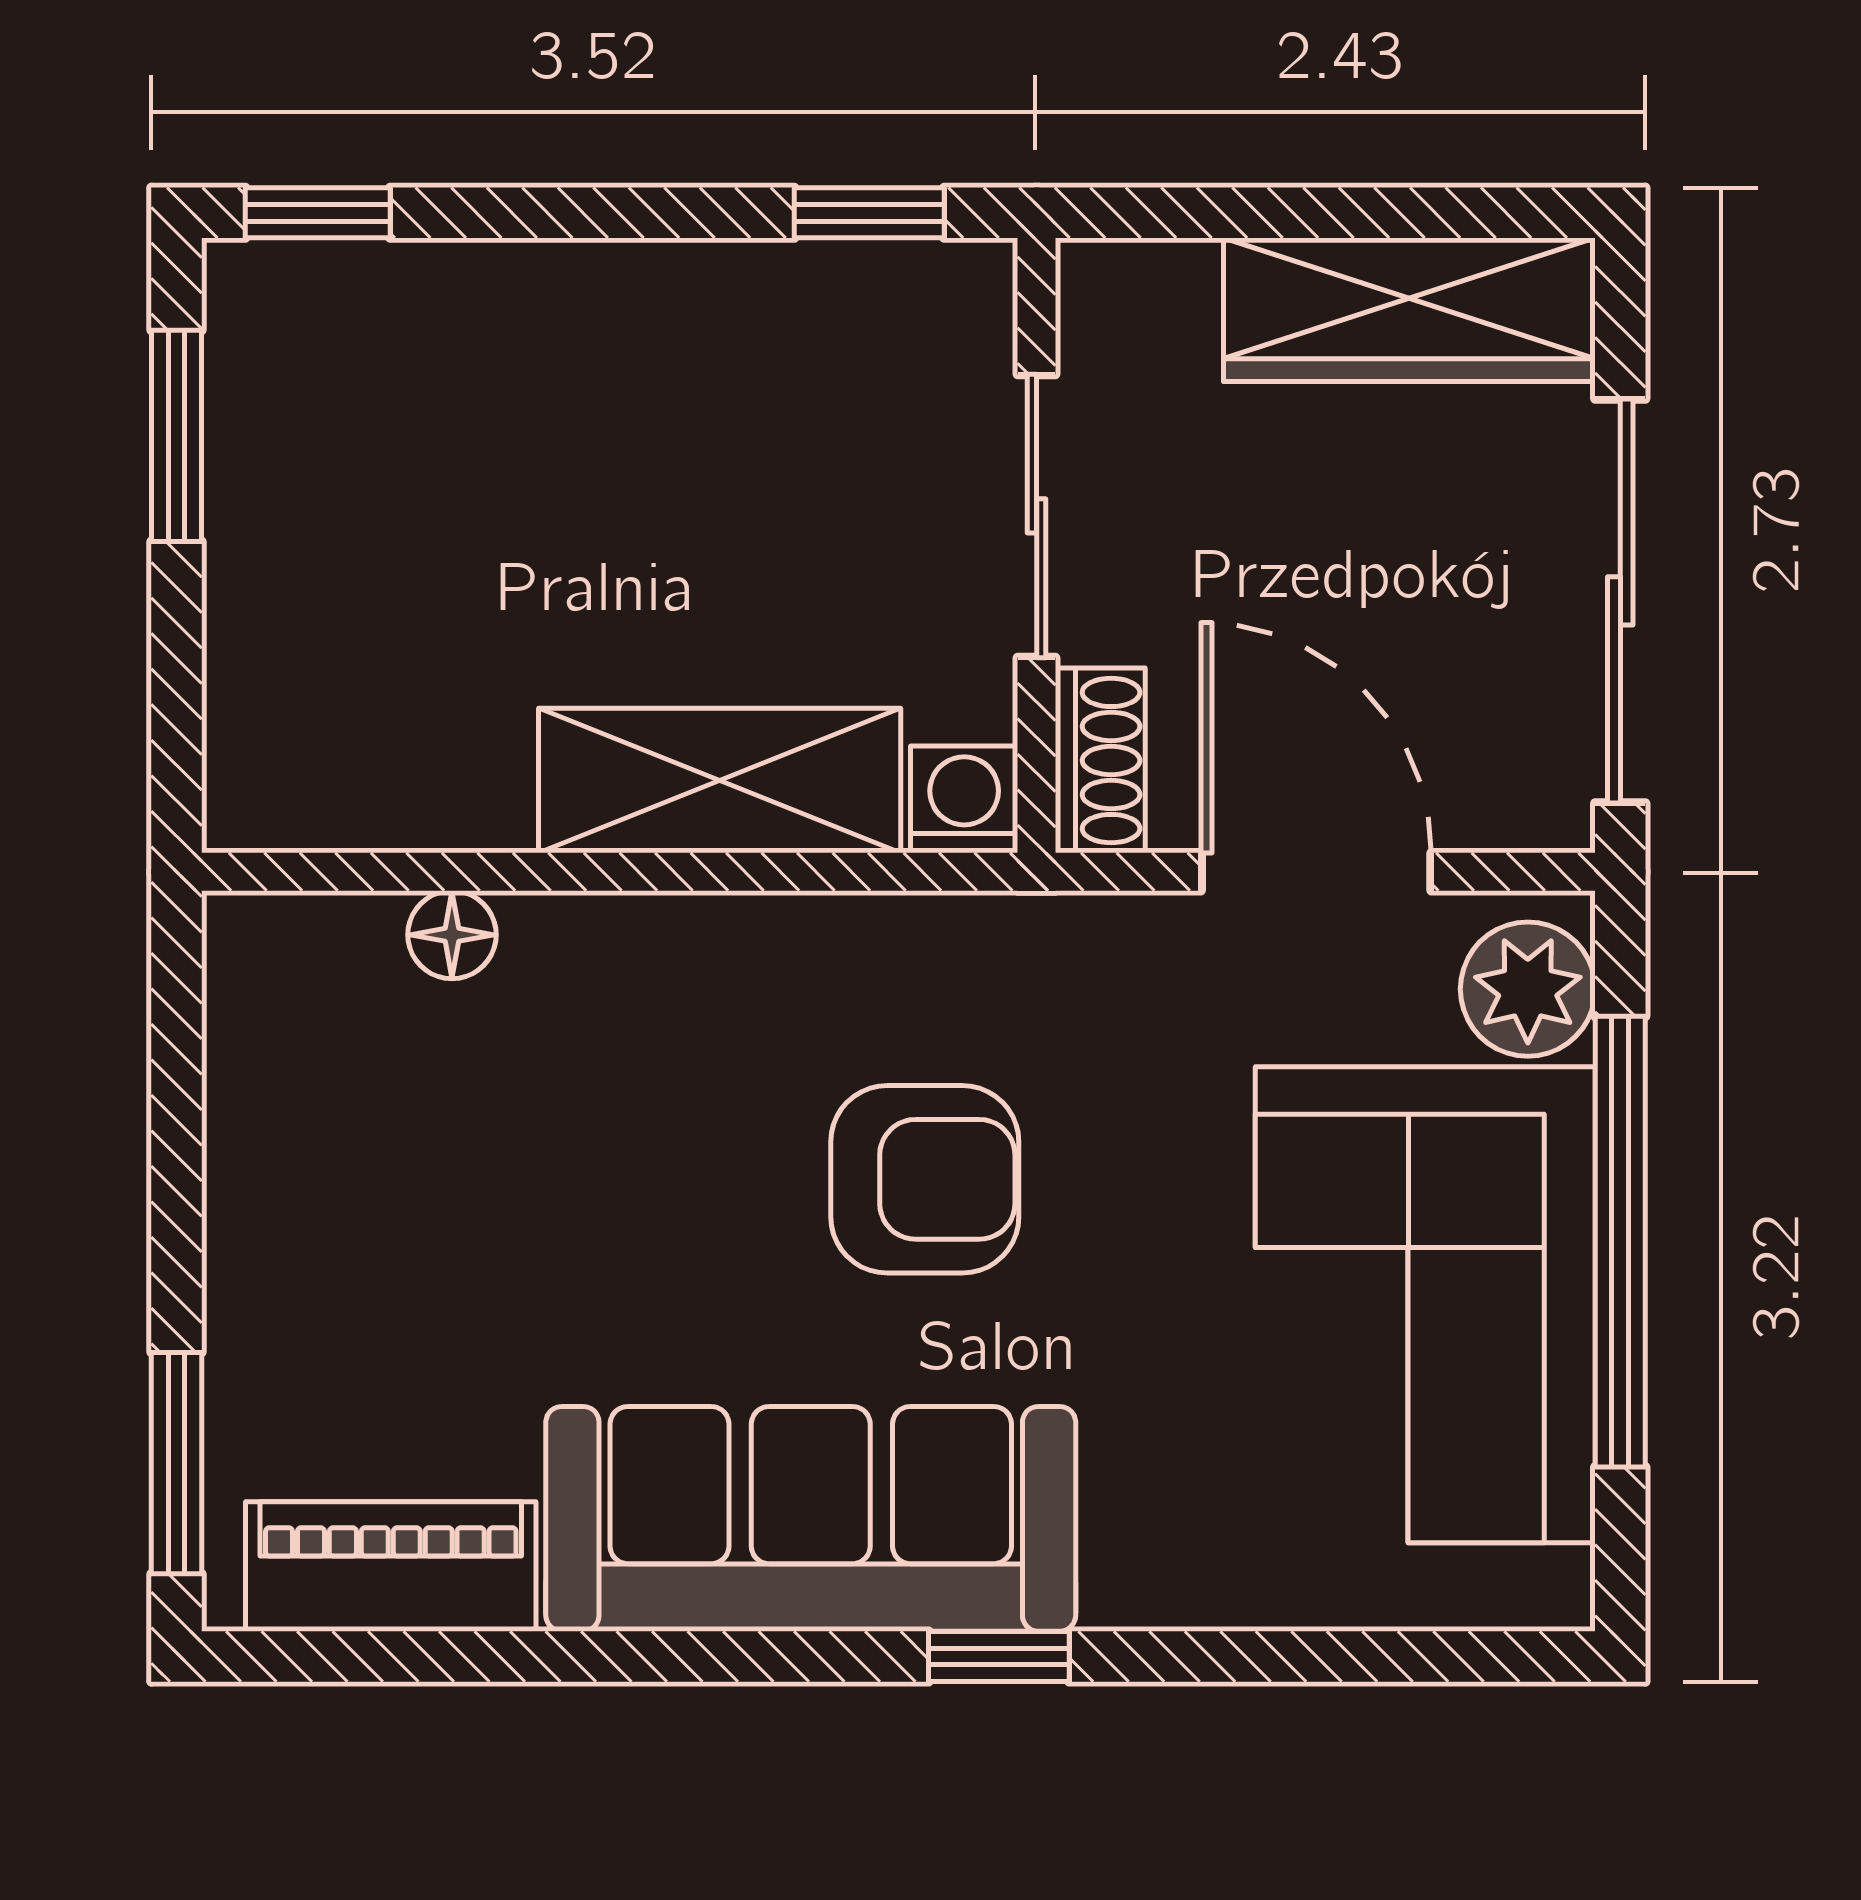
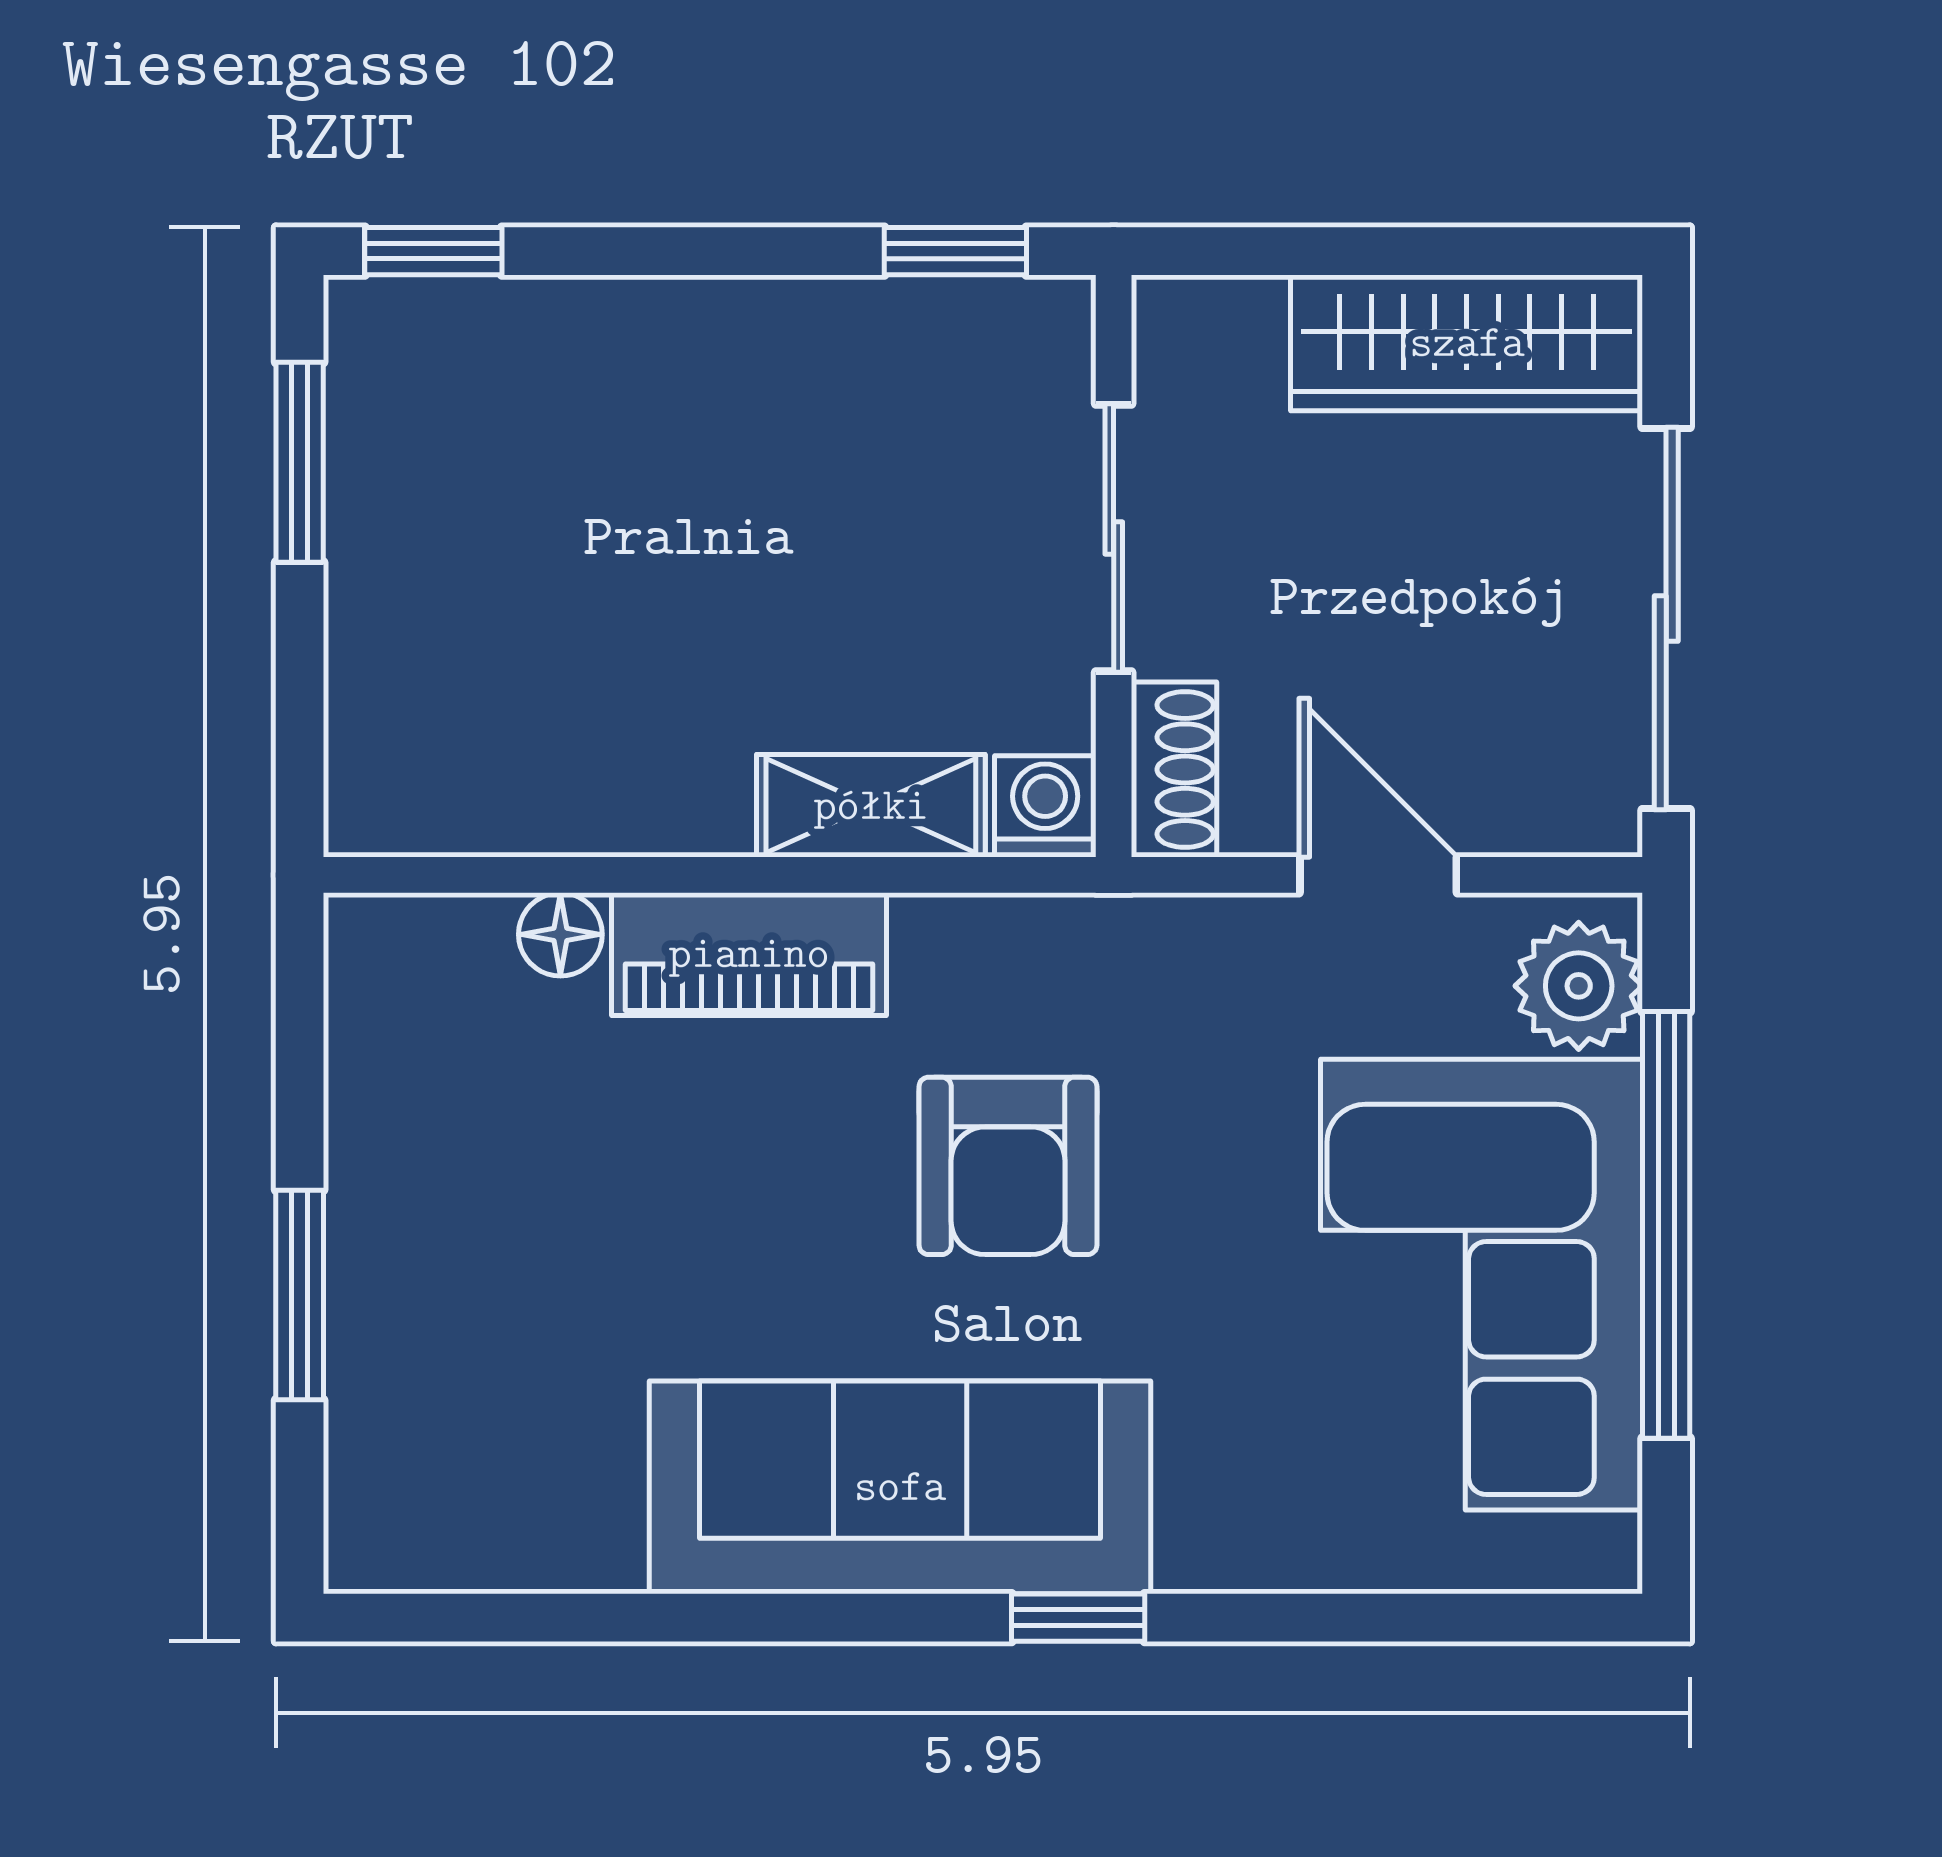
shelving: (720, 781) -> (871, 806), width x0.67, depth x0.75
door: (1316, 872) -> (1378, 875), width x0.73
armchair: (925, 1179) -> (1008, 1166), turned 90
window: (177, 1463) -> (300, 1295), moved
piano: (391, 1566) -> (749, 954), moved, turned 180

